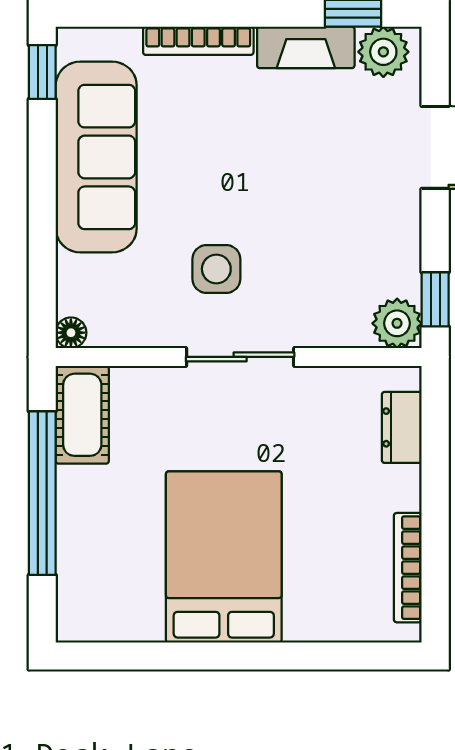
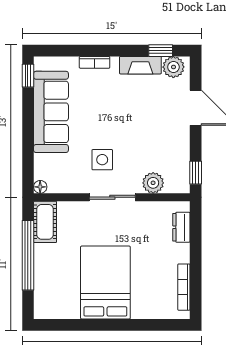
bookcase: (198, 41) -> (95, 62), width x0.64
plant: (397, 323) -> (153, 183), moved

